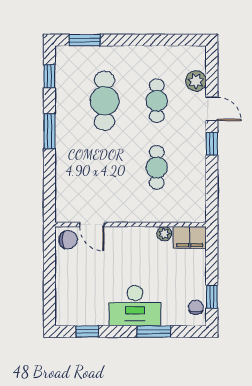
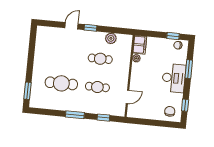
window: (49, 76) -> (103, 118), moved
plant: (196, 81) -> (111, 38), moved
cafe table: (157, 101) -> (97, 87), moved
chair: (68, 240) -> (170, 111), moved

